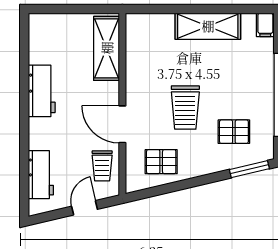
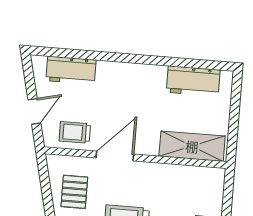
workbench: (42, 91) -> (193, 81), moved
door: (85, 208) -> (34, 111), hinge flipped

